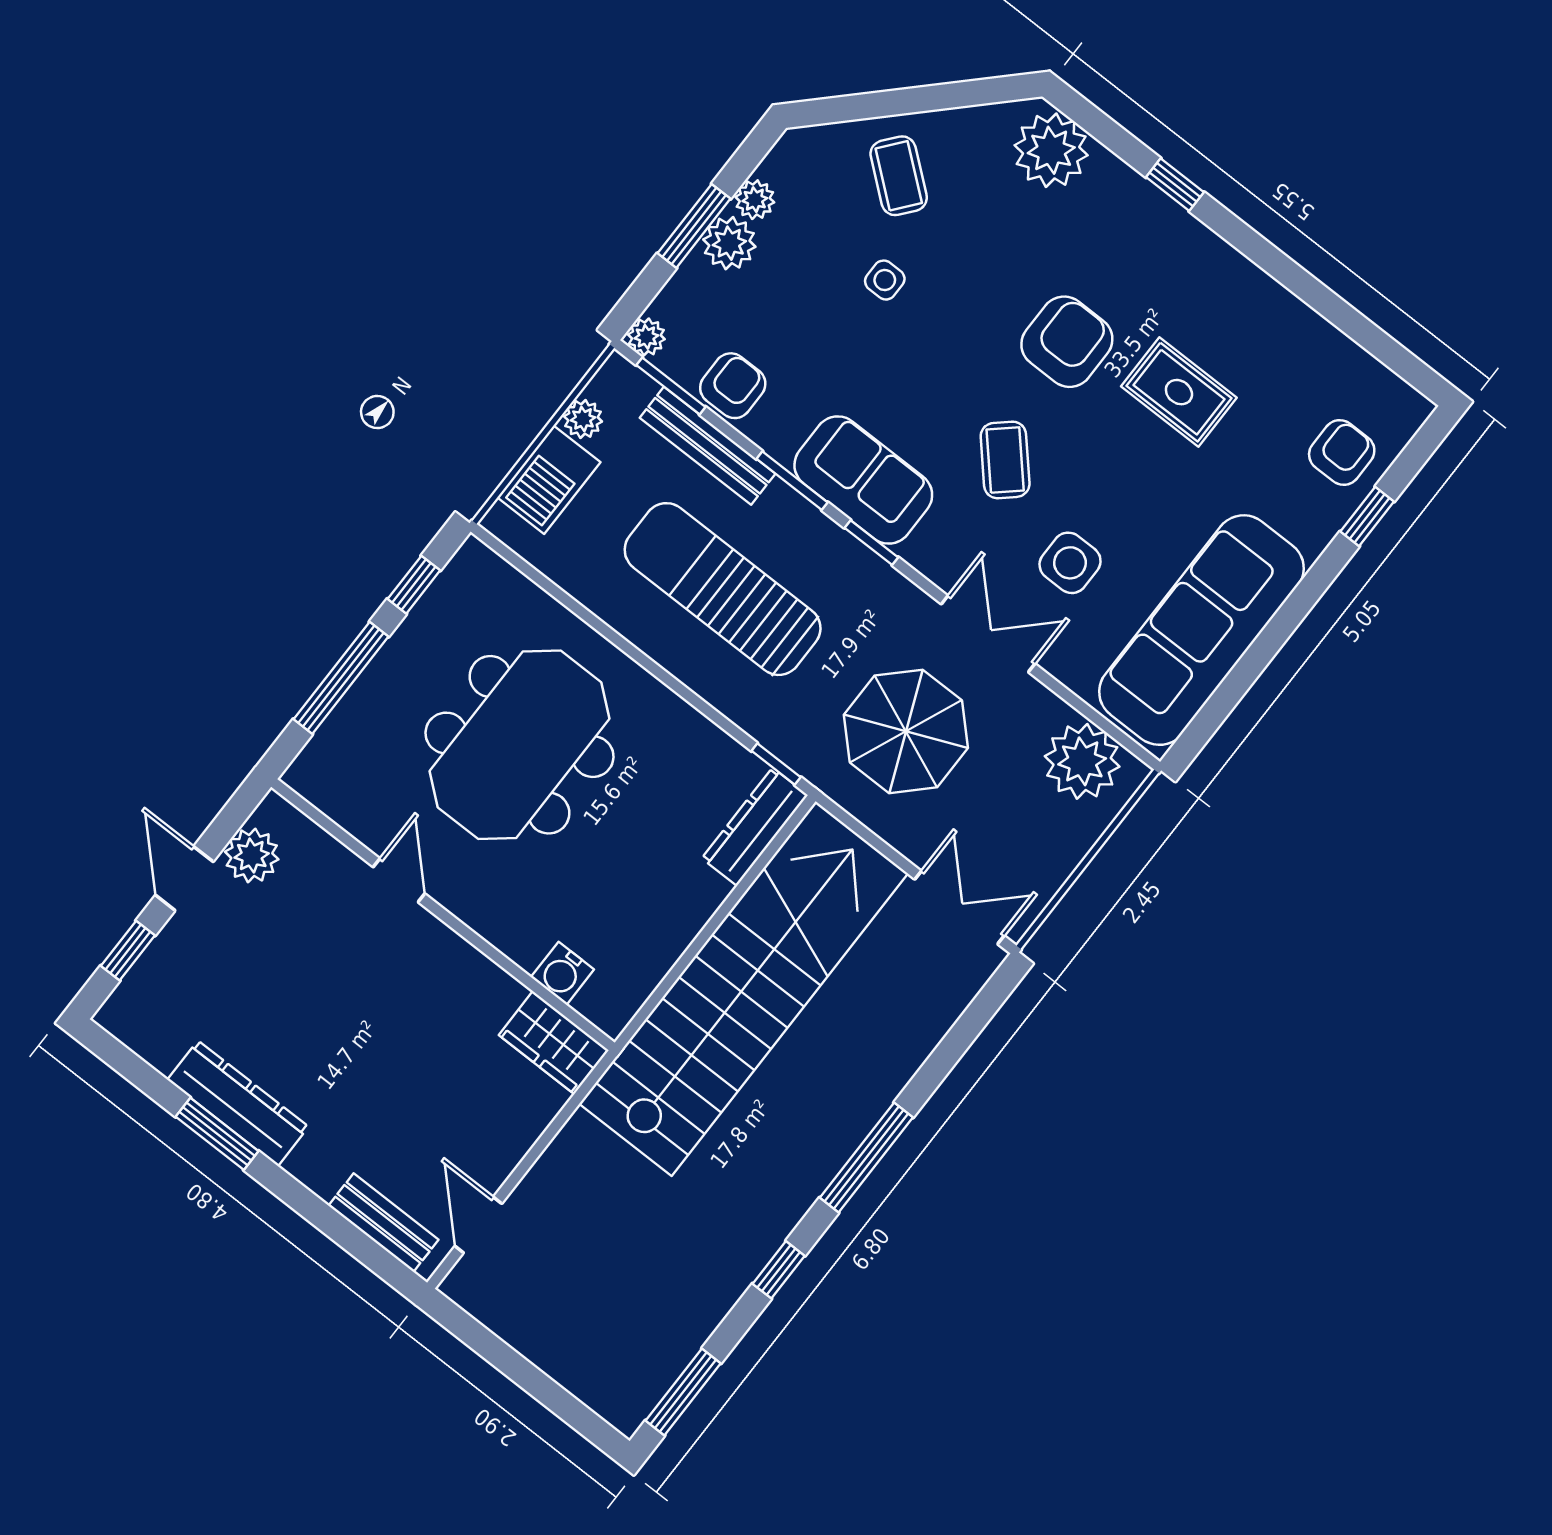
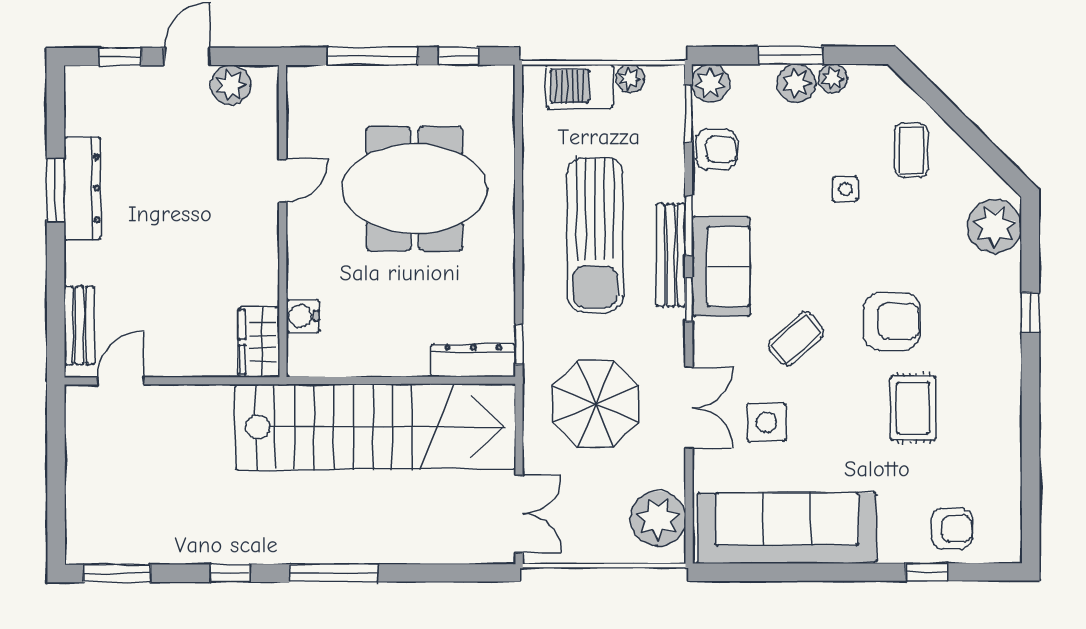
coffee table: (899, 176) -> (911, 150), turned -39
plant: (646, 337) -> (711, 83), width x1.38, depth x1.38
bench: (708, 446) -> (671, 255), moved
sun lounger: (723, 589) -> (595, 235), turned 180

